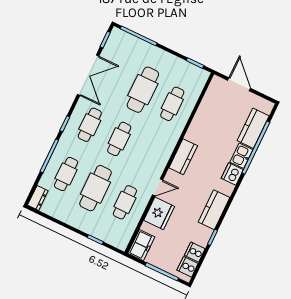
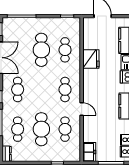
cafe table: (119, 139) -> (65, 90), moved
kitchen counter: (183, 157) -> (89, 81), removed
door: (158, 187) -> (82, 109), hinge flipped
fridge: (159, 213) -> (91, 59), moved

